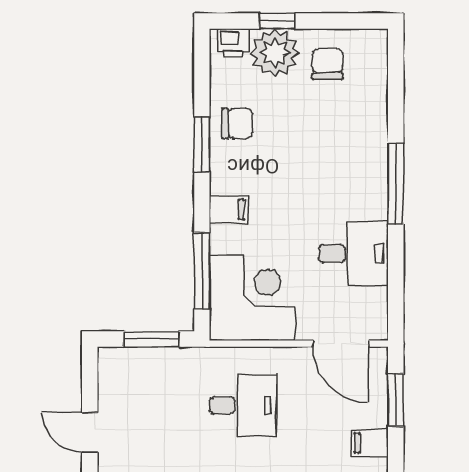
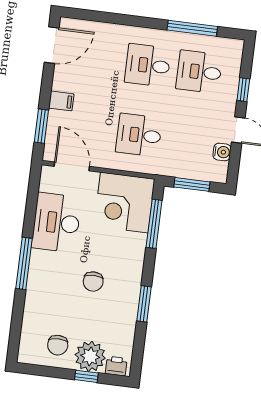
chair: (237, 123) -> (93, 281), moved, turned -90
filing cabinet: (228, 209) -> (132, 261), removed
desk: (353, 254) -> (56, 223), width x1.37
water cooler: (111, 395) -> (222, 152), added

